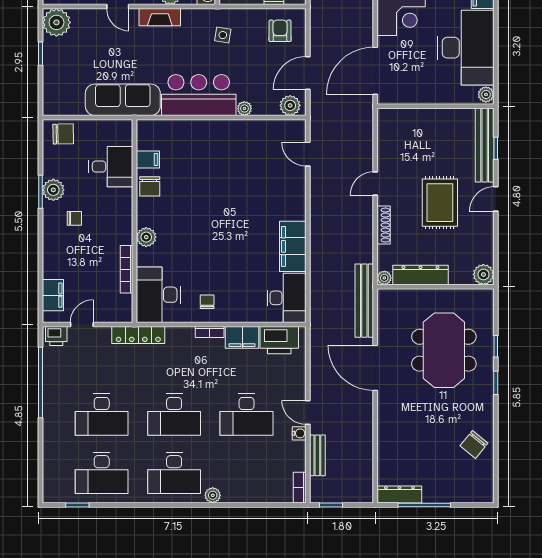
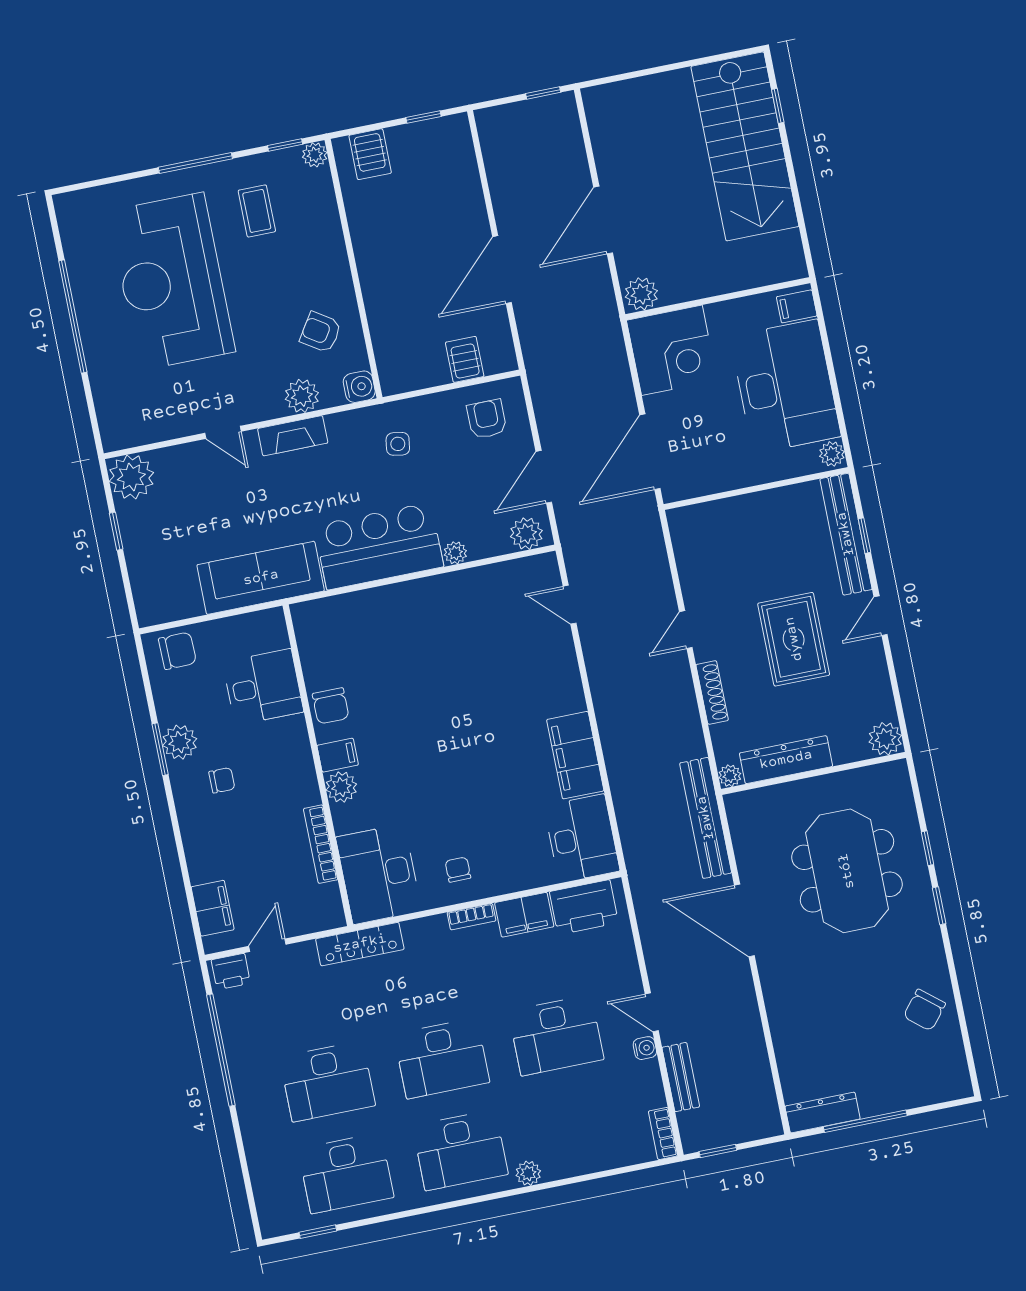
filing cabinet: (148, 160) -> (338, 755), moved

